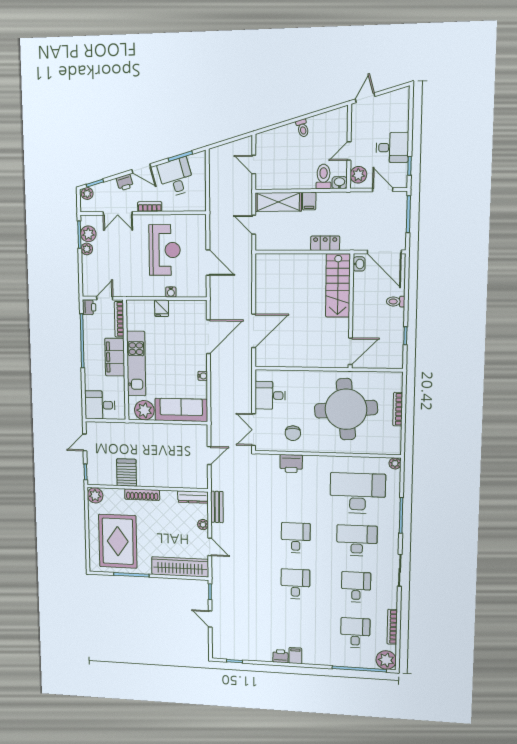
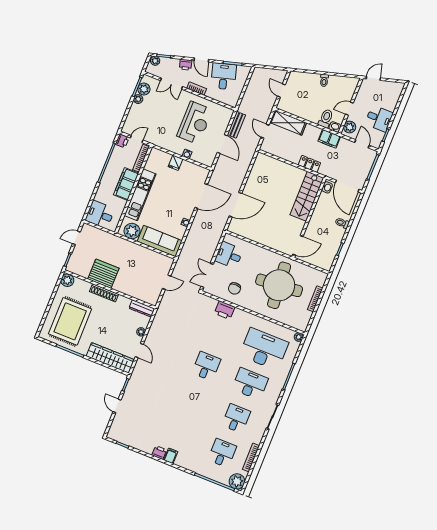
filing cabinet: (309, 201) -> (329, 139), moved, width x2.00
server rack: (127, 473) -> (103, 274), width x1.60
bench: (217, 507) -> (236, 125), moved
desk: (295, 584) -> (192, 401), removed

